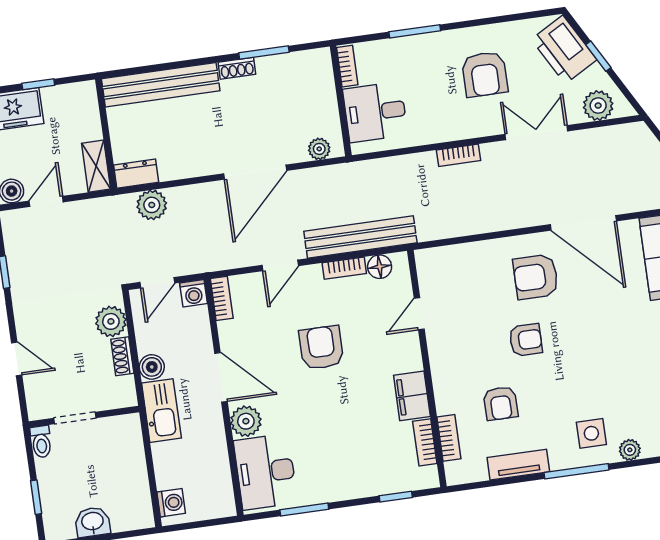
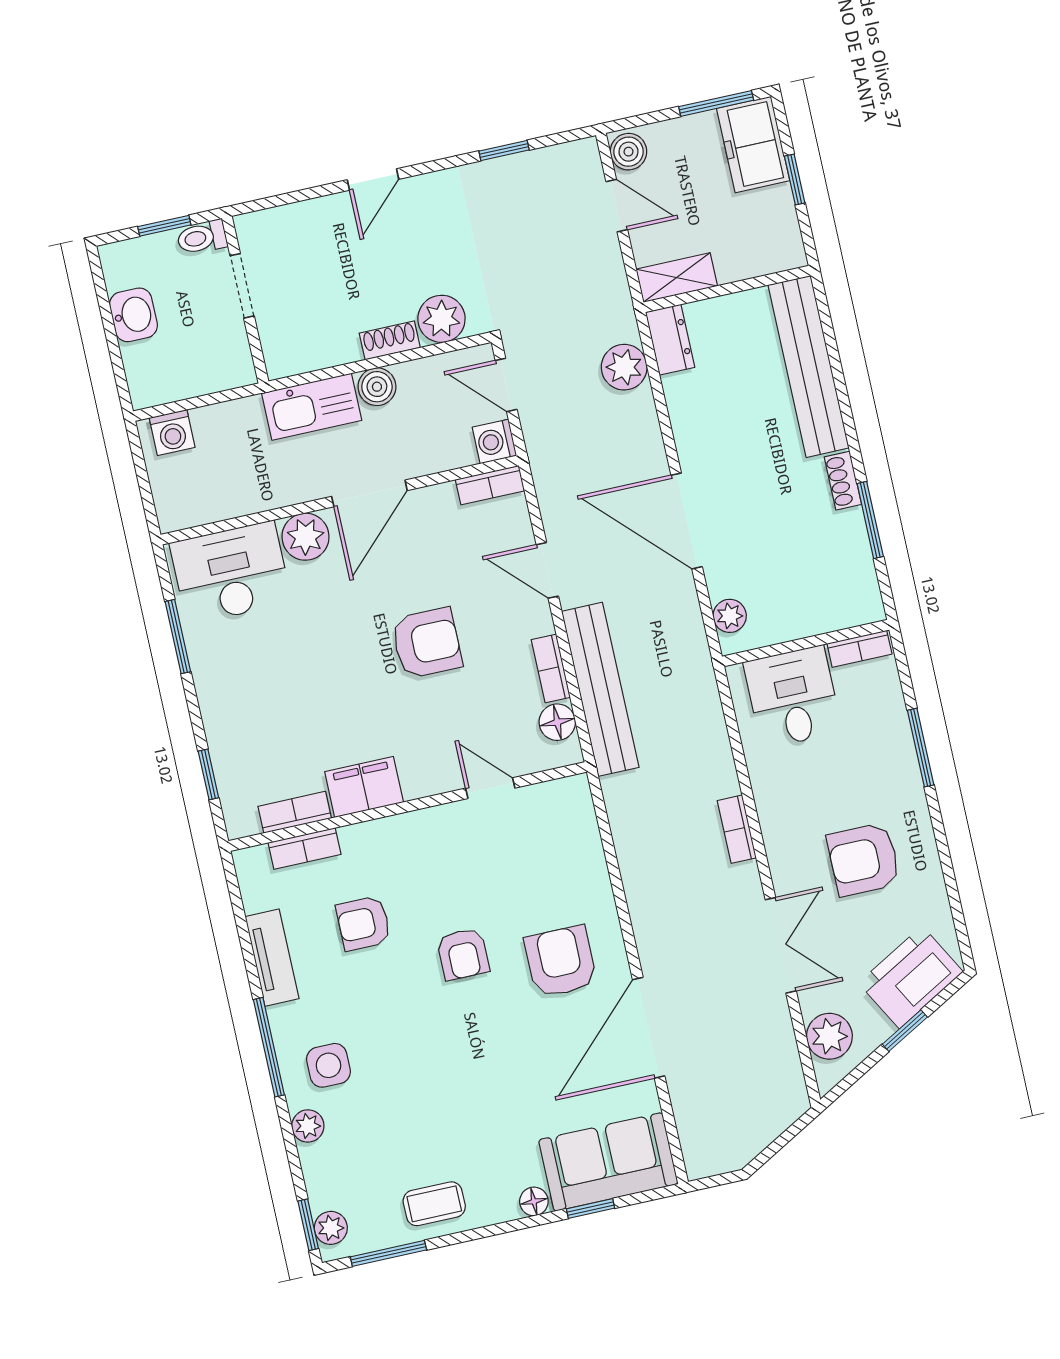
wall: (84, 417) -> (245, 300), moved
doorway: (75, 418) -> (242, 286), moved
toilet: (41, 442) -> (202, 237), moved

